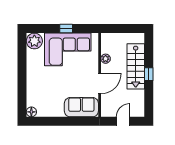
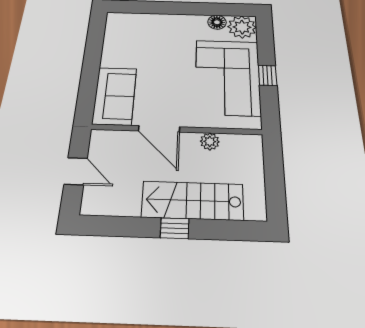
floor lamp: (31, 112) -> (217, 22), moved

